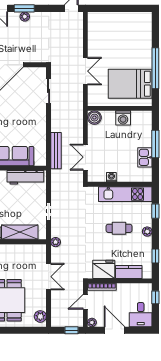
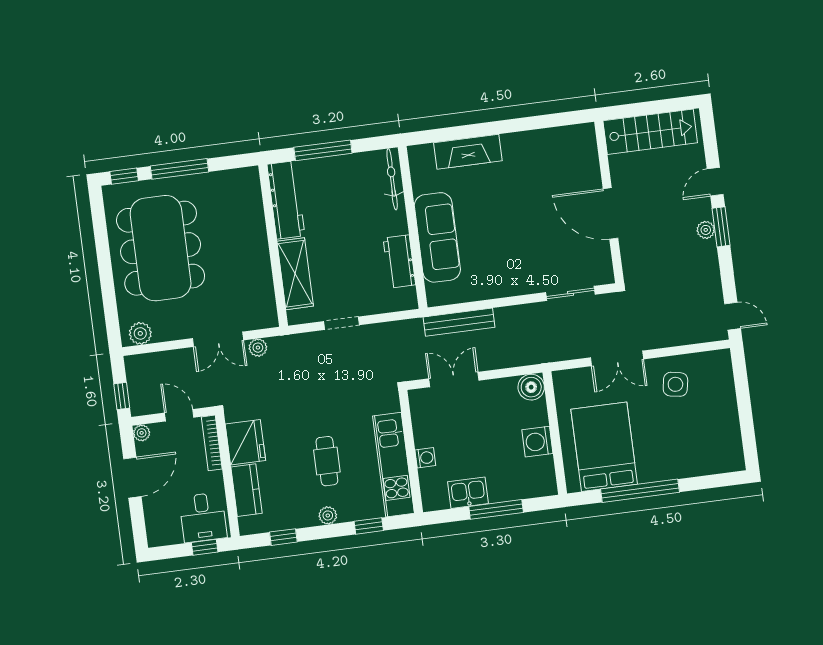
side table: (103, 43) -> (675, 384), added
workbench: (25, 177) -> (399, 261), width x0.73
washing machine: (111, 177) -> (425, 458), moved
plant: (56, 242) -> (258, 348), moved
desk: (141, 315) -> (203, 517), moved, turned -90

